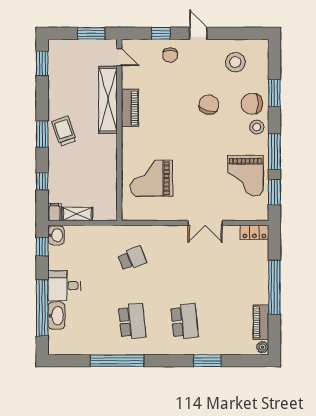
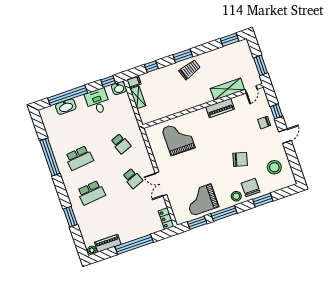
shelving: (108, 100) -> (227, 89), width x0.68
school desk: (184, 259) -> (133, 178), added
desk: (64, 286) -> (98, 101), moved

